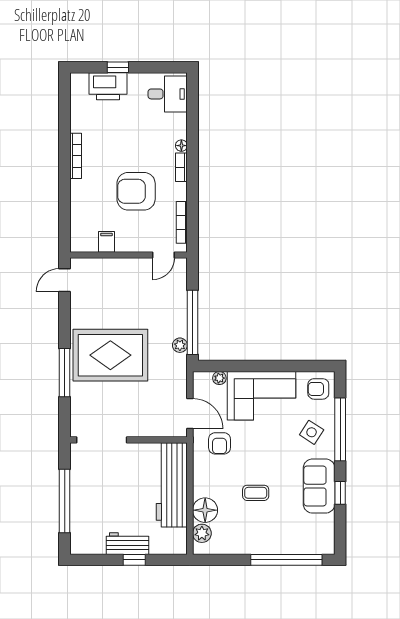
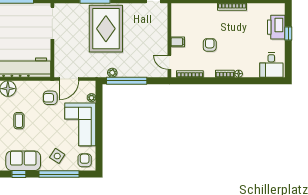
armchair: (136, 191) -> (210, 45), width x0.53, depth x0.53
filing cabinet: (106, 242) -> (178, 42), moved

